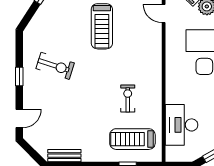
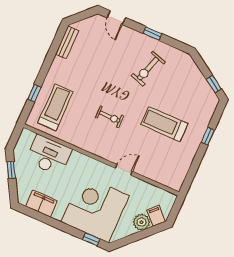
door: (164, 13) -> (124, 170), moved
exercise bike: (128, 98) -> (110, 117), moved

